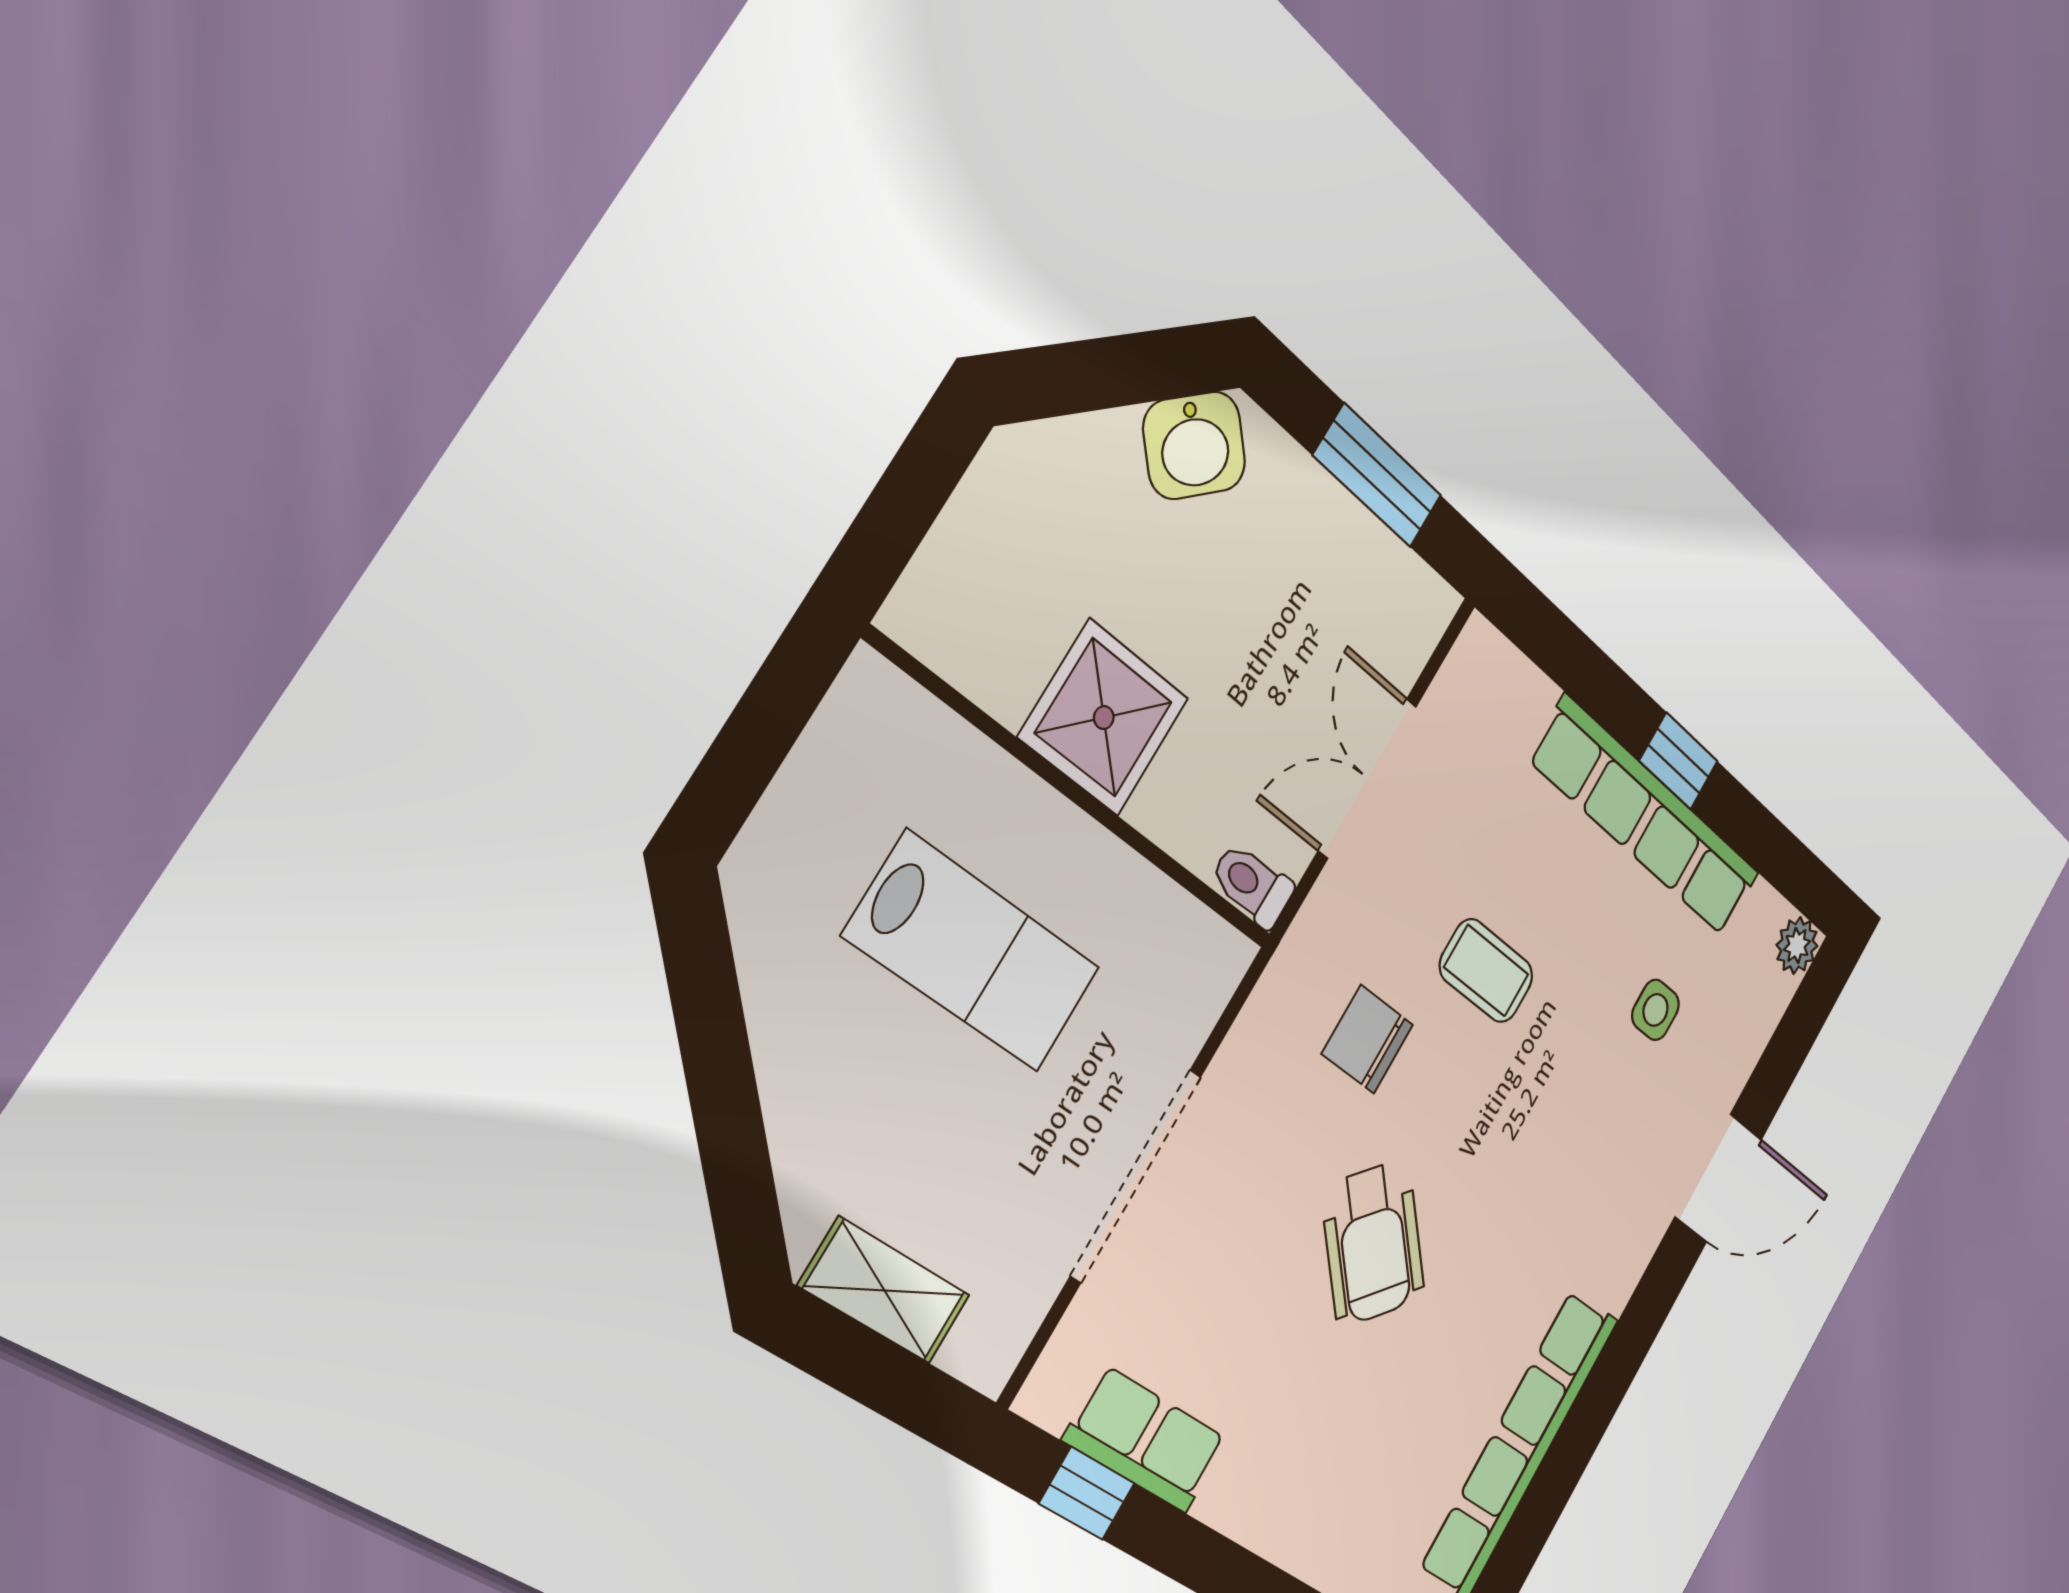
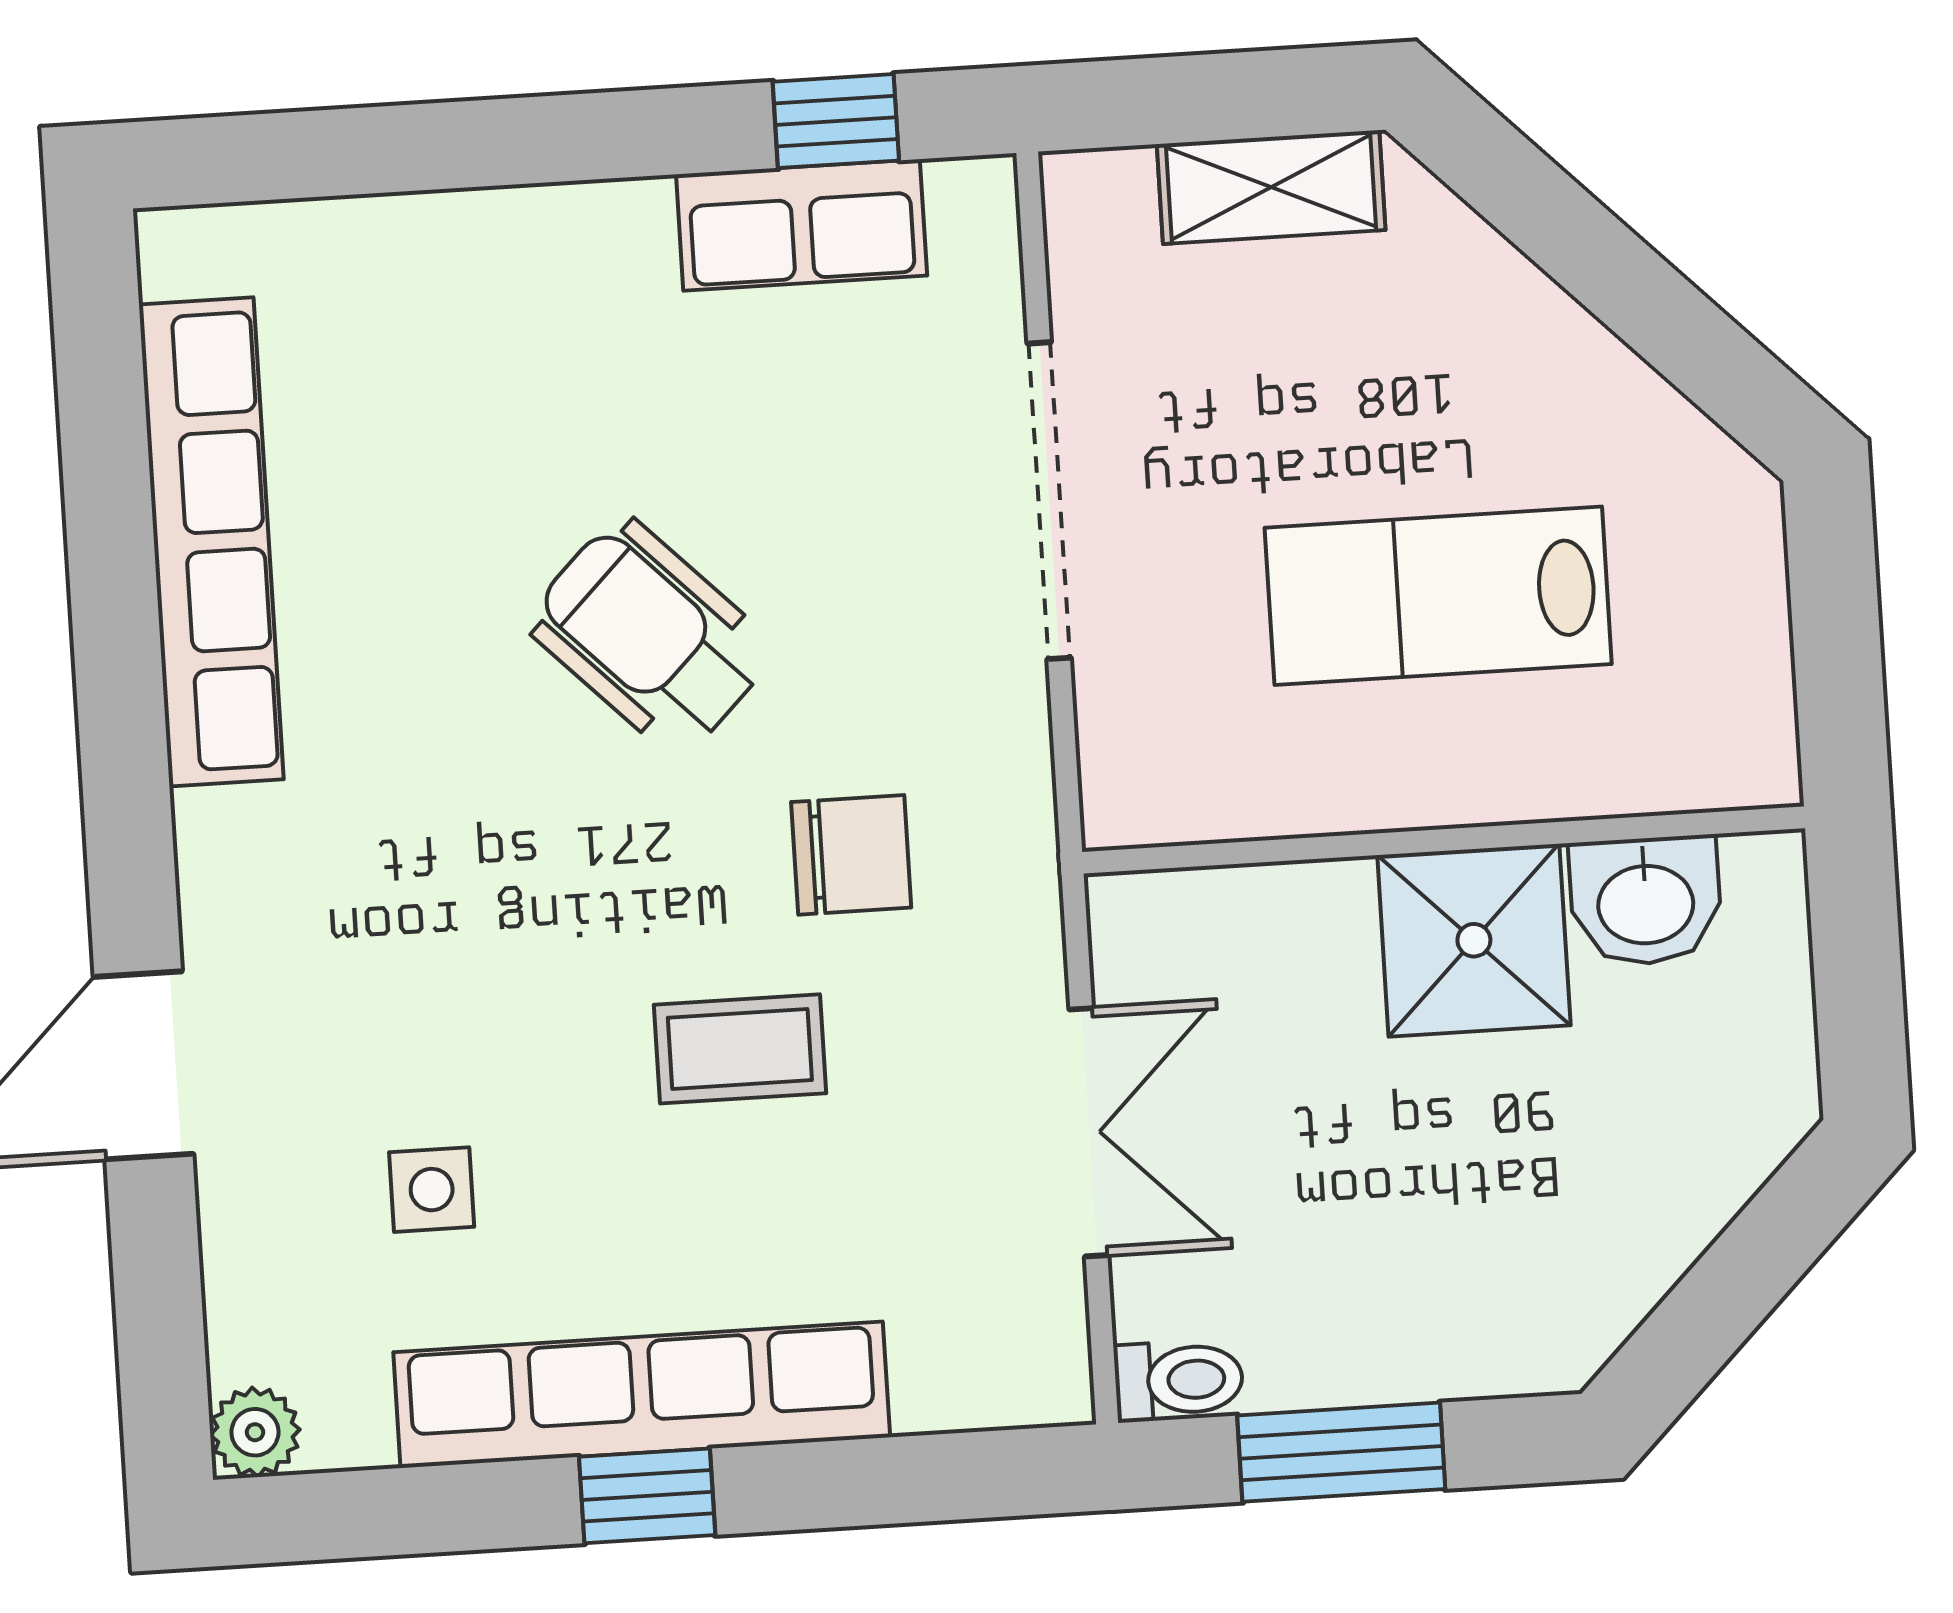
washbasin: (1195, 445) -> (1646, 901), moved, turned -135
toilet: (1252, 885) -> (1179, 1380), moved

